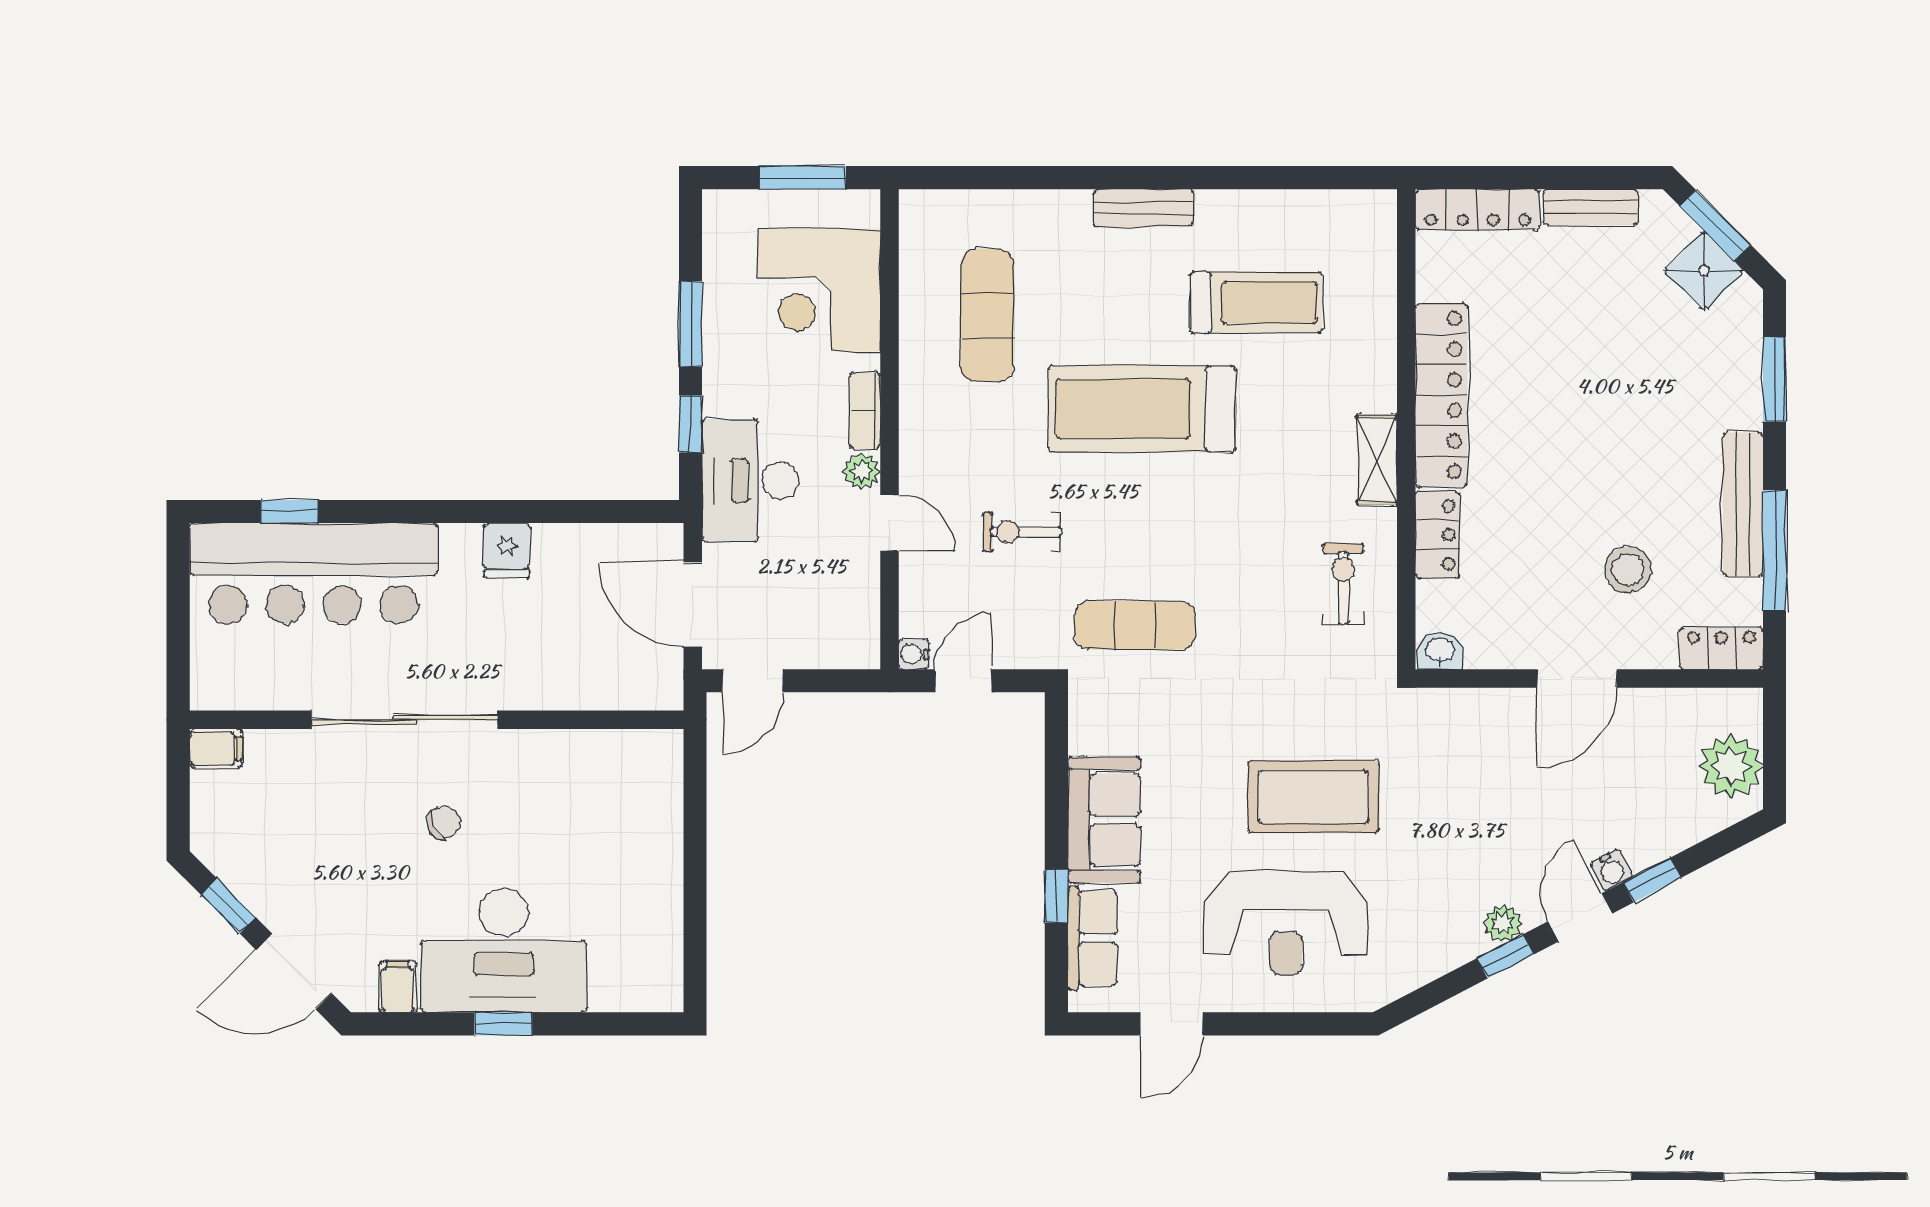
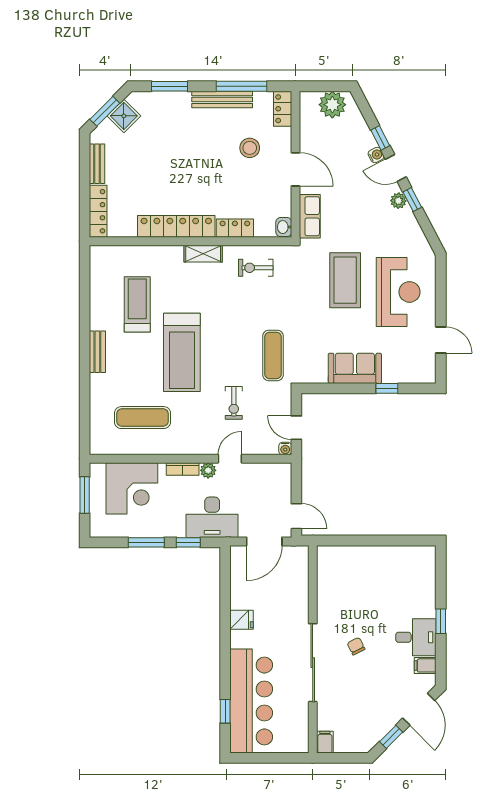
row of seats: (1093, 938) -> (310, 216), moved, turned 90
desk: (504, 950) -> (416, 637), width x0.53, depth x0.77

